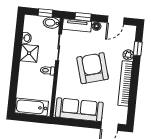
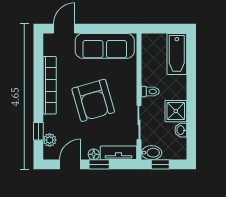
window: (83, 17) -> (99, 164), moved
plant: (128, 55) -> (50, 140), moved
bathtub: (32, 107) -> (177, 54), moved, turned 90

